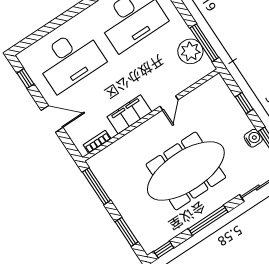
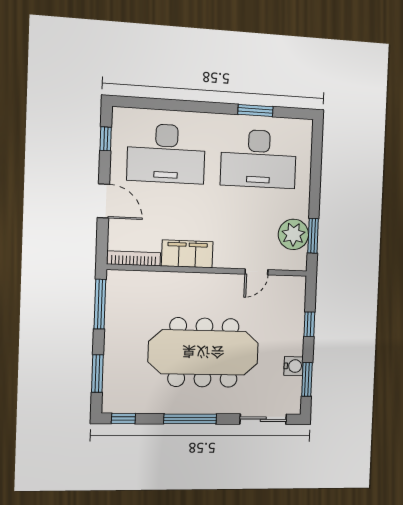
window: (204, 43) -> (313, 236), width x0.69
door: (169, 103) -> (256, 272), moved
bookcase: (97, 142) -> (134, 258), width x1.56

